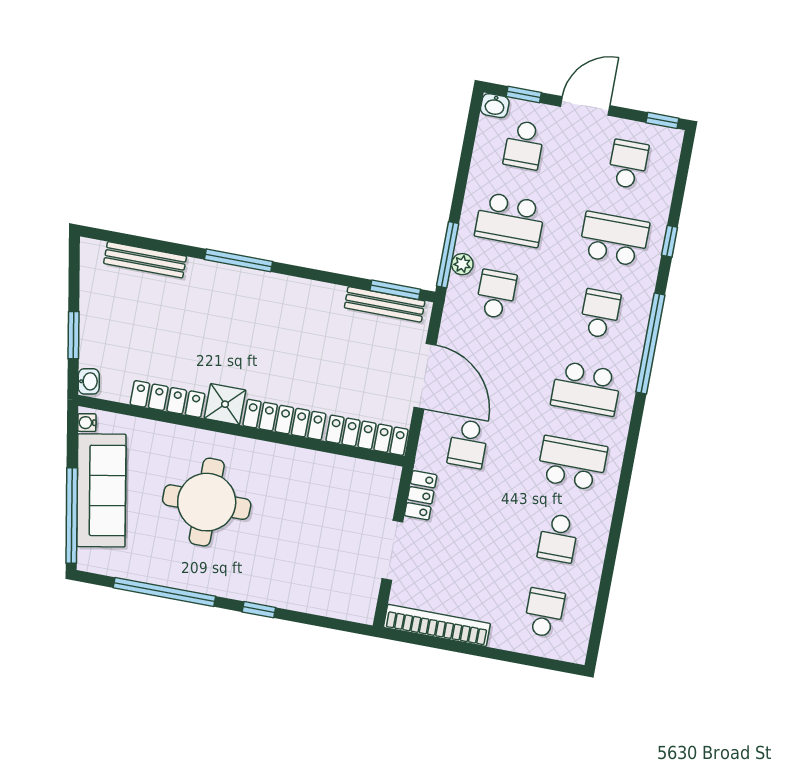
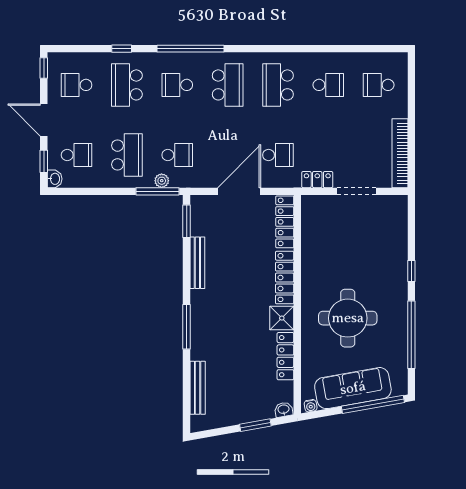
school desk: (496, 294) -> (177, 155), turned 180
bench: (385, 304) -> (197, 263), moved

